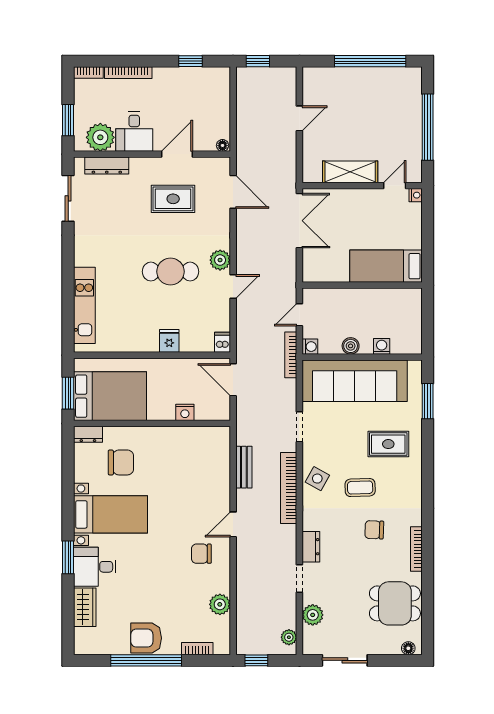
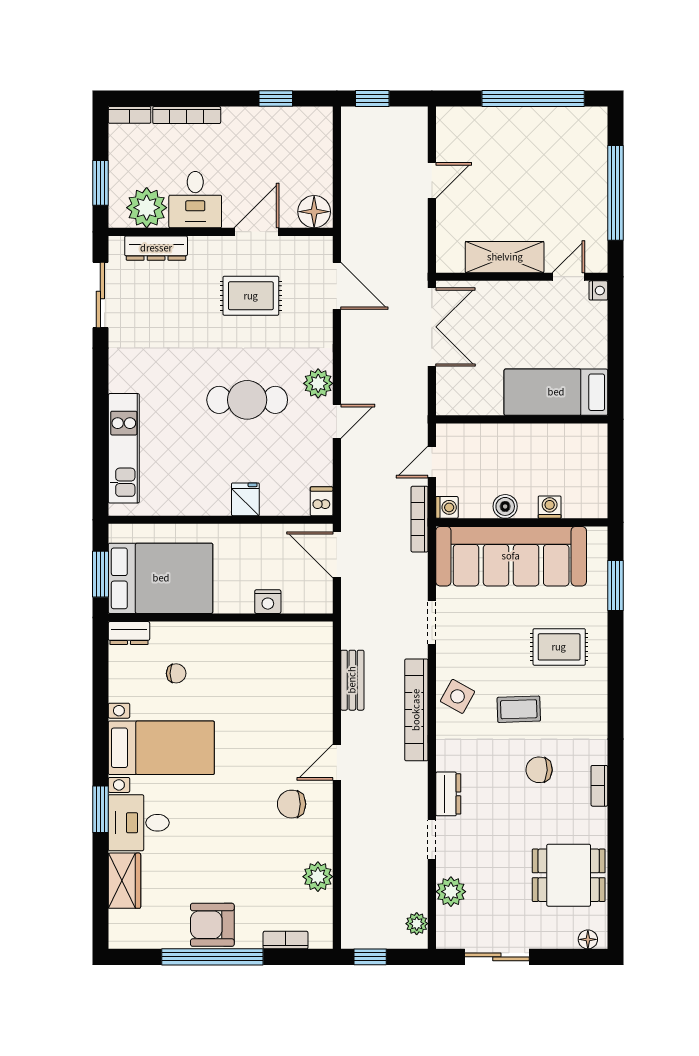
floor lamp: (223, 145) -> (314, 212), width x1.89, depth x1.89
chair: (121, 462) -> (176, 673), width x0.54, depth x0.54
bookcase: (416, 549) -> (599, 786), width x0.64

